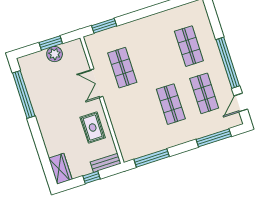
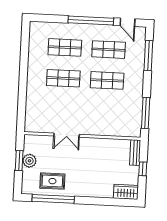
window: (104, 26) -> (22, 111), removed
shop shelf: (122, 68) -> (63, 78), moved
rug: (93, 128) -> (52, 181), moved

